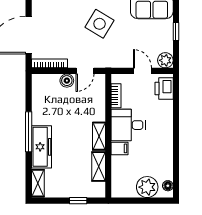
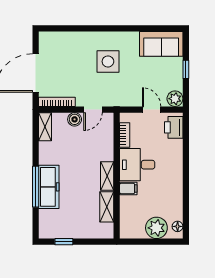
side table: (100, 24) -> (108, 61), turned -31
window: (29, 132) -> (36, 187), moved
shelving: (38, 183) -> (45, 127), moved
window: (78, 201) -> (64, 242), moved

